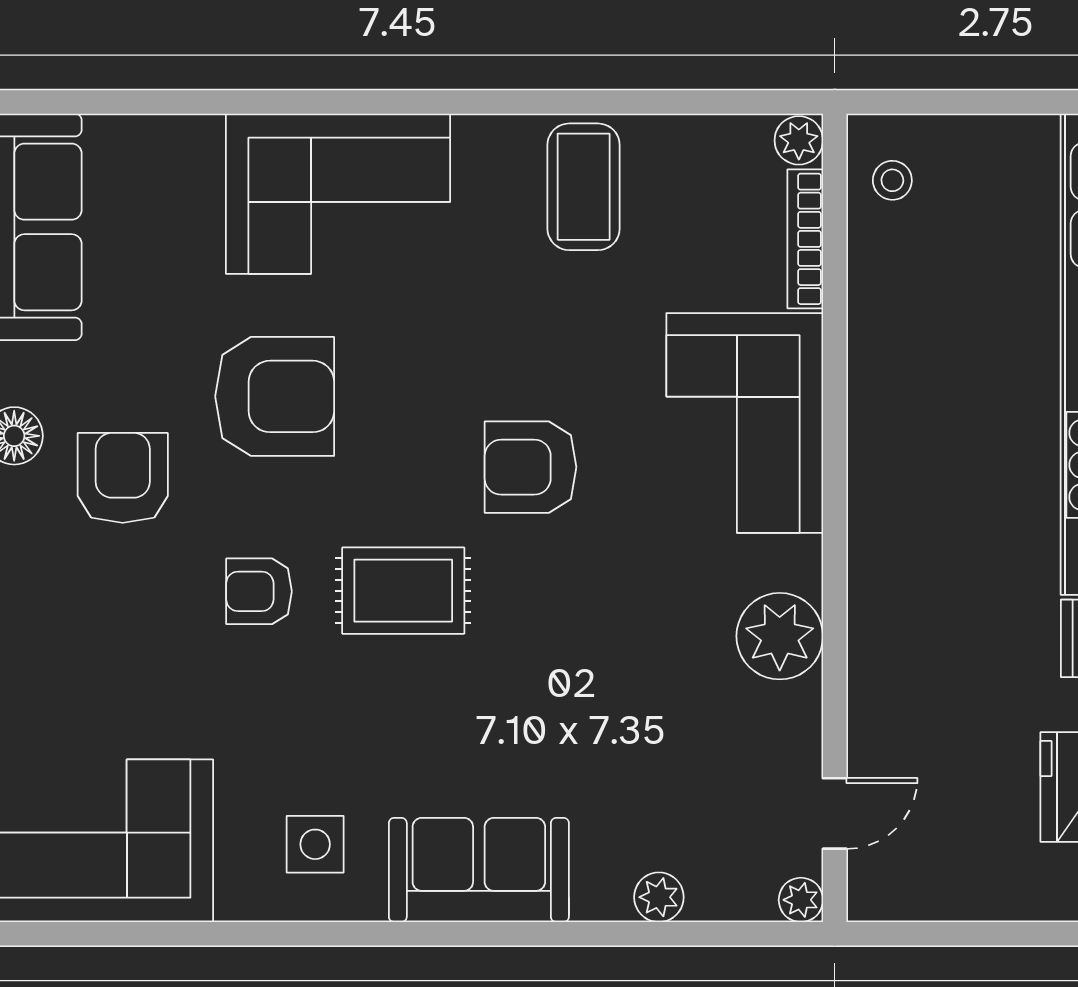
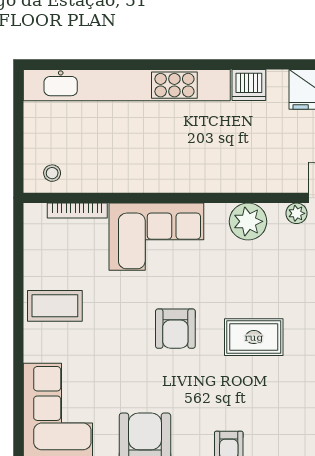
plant: (799, 140) -> (297, 213), moved
rug: (403, 591) -> (254, 337), moved, turned 90

